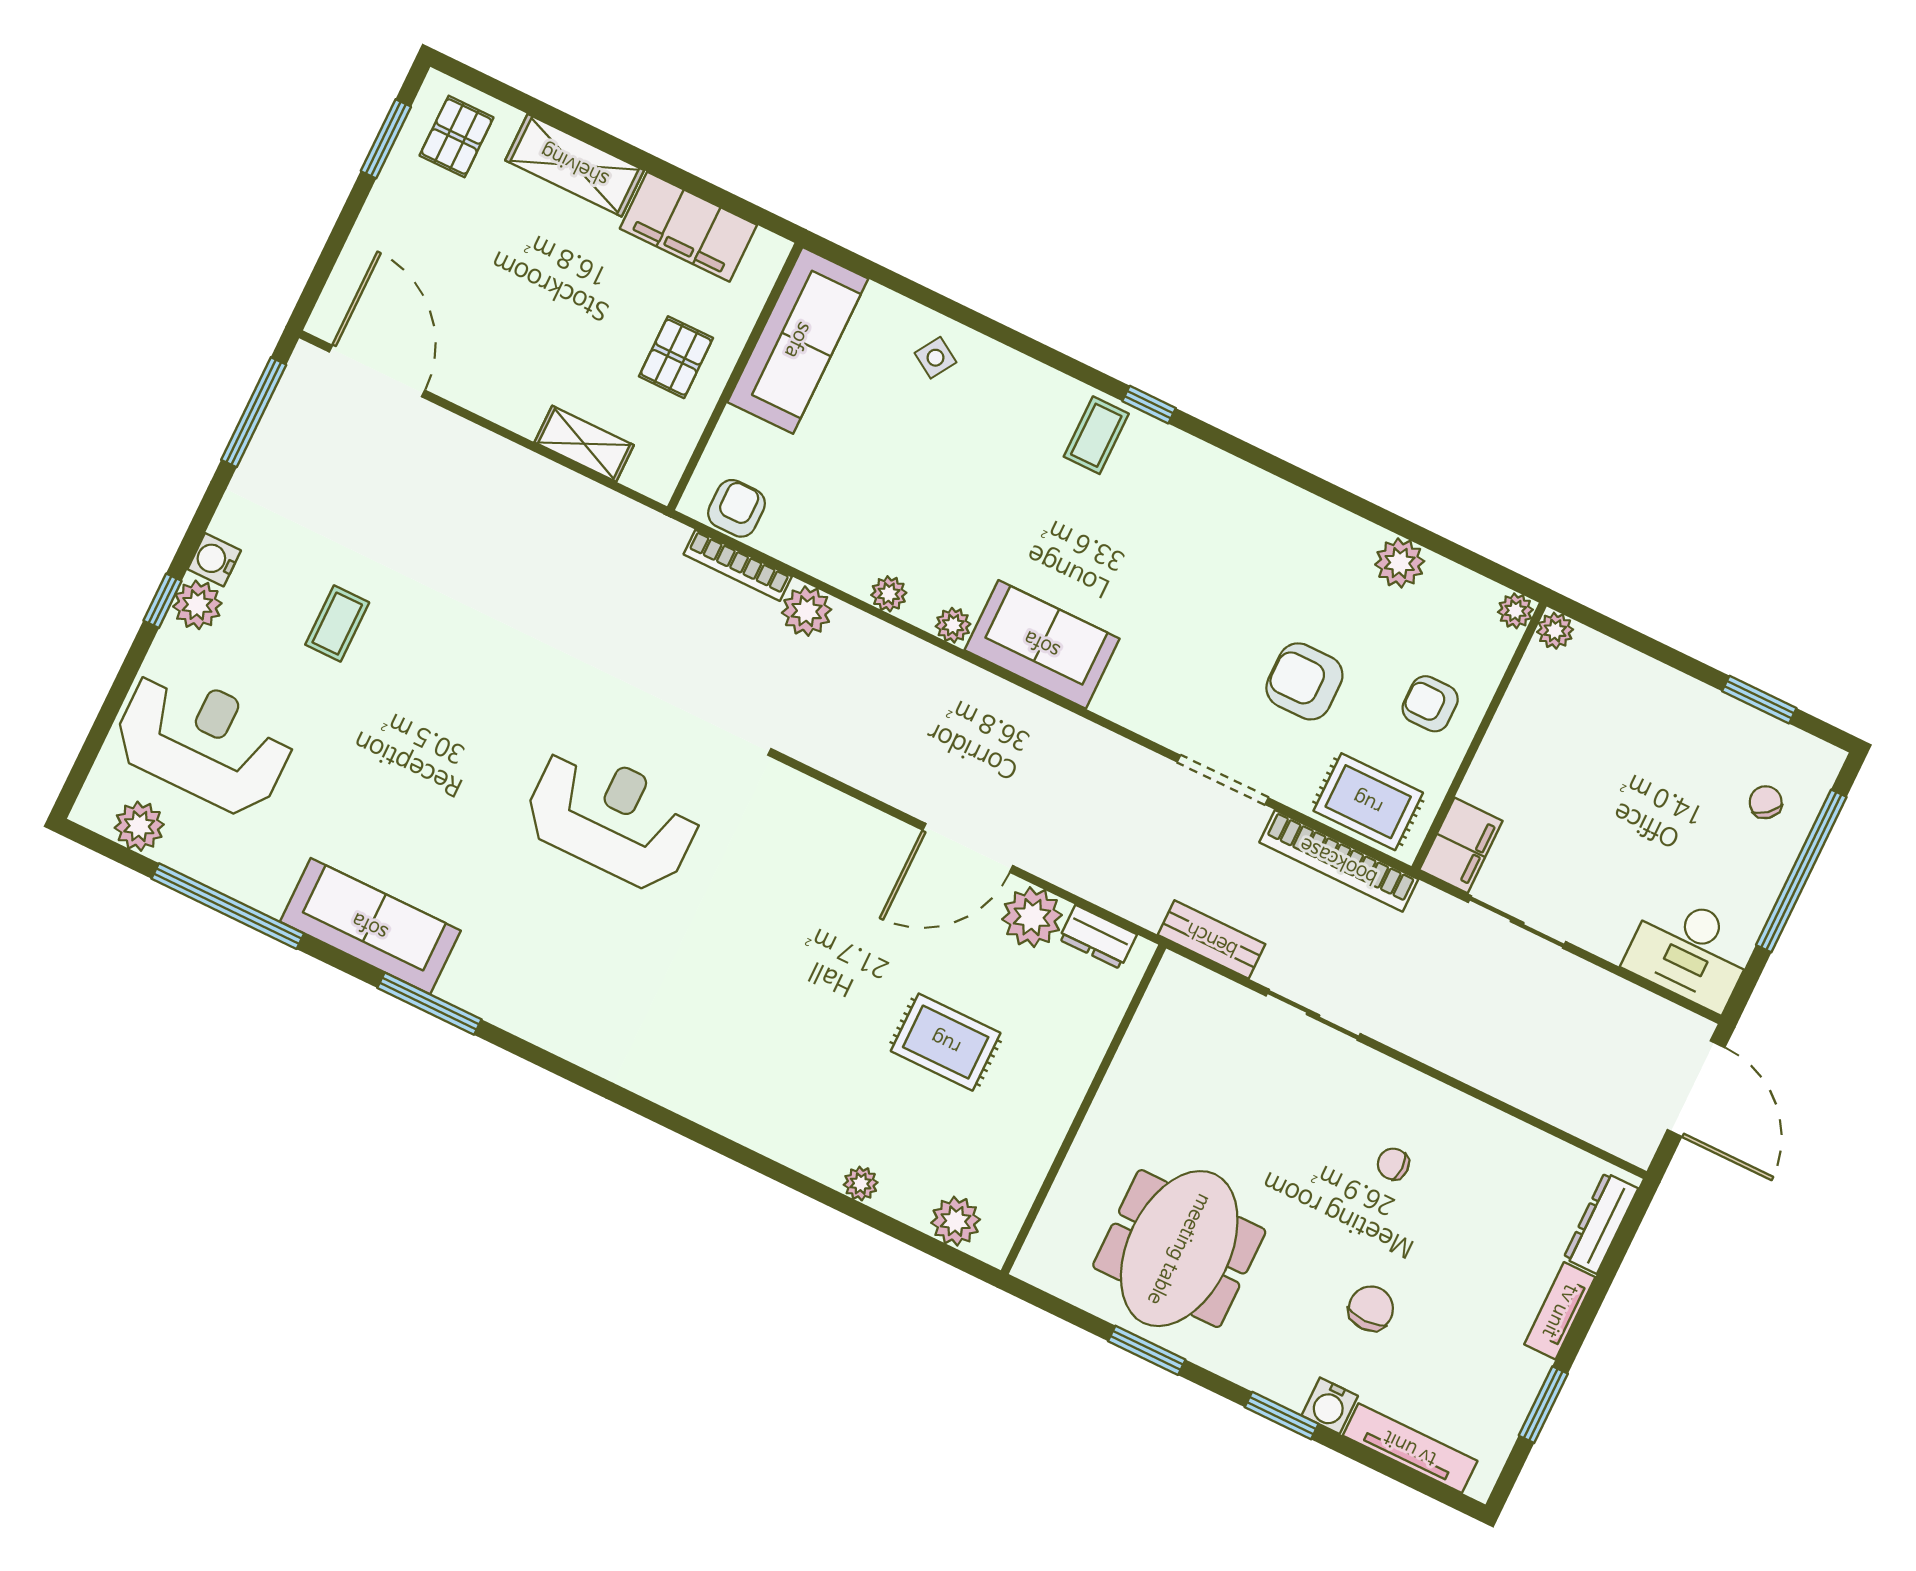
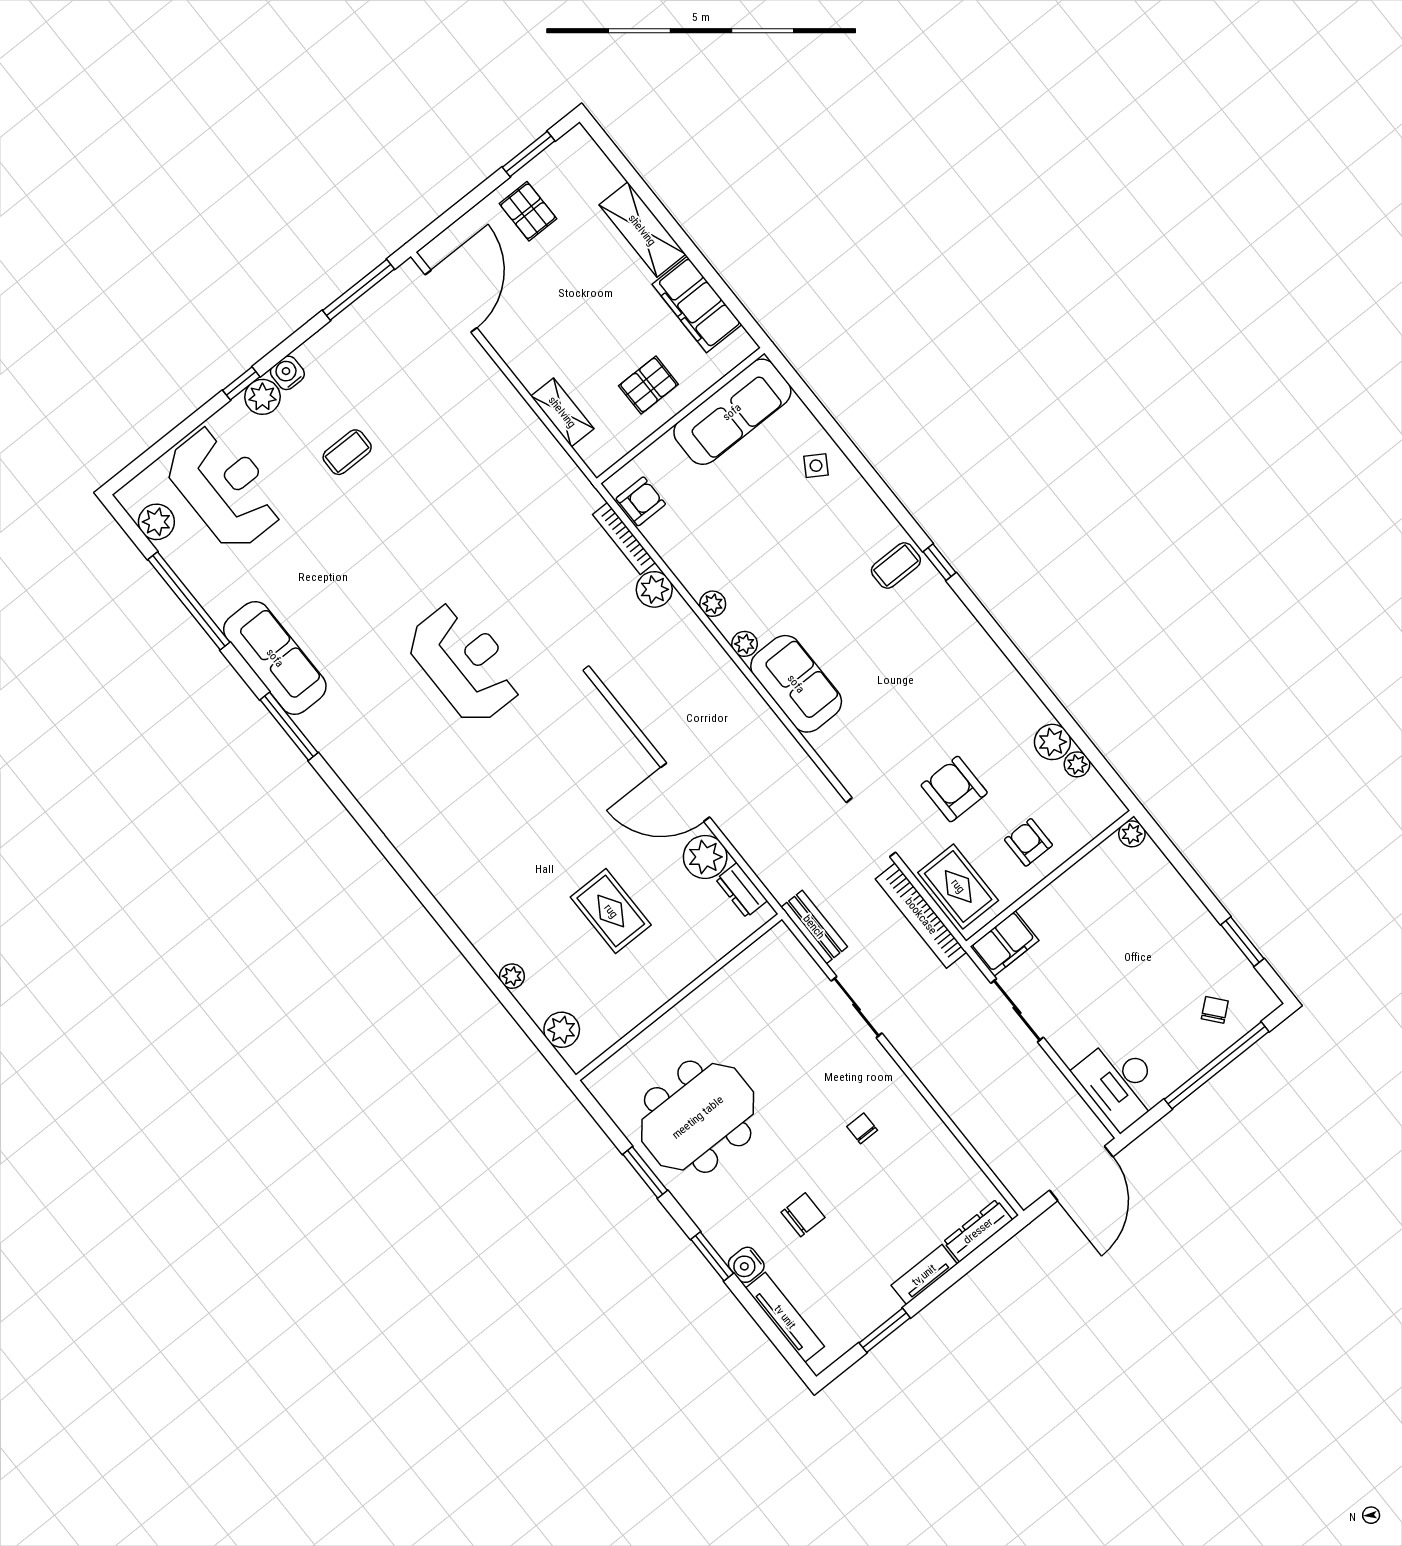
pallet: (457, 137) -> (528, 211), moved, turned 90
plant: (1515, 611) -> (1077, 764), moved

